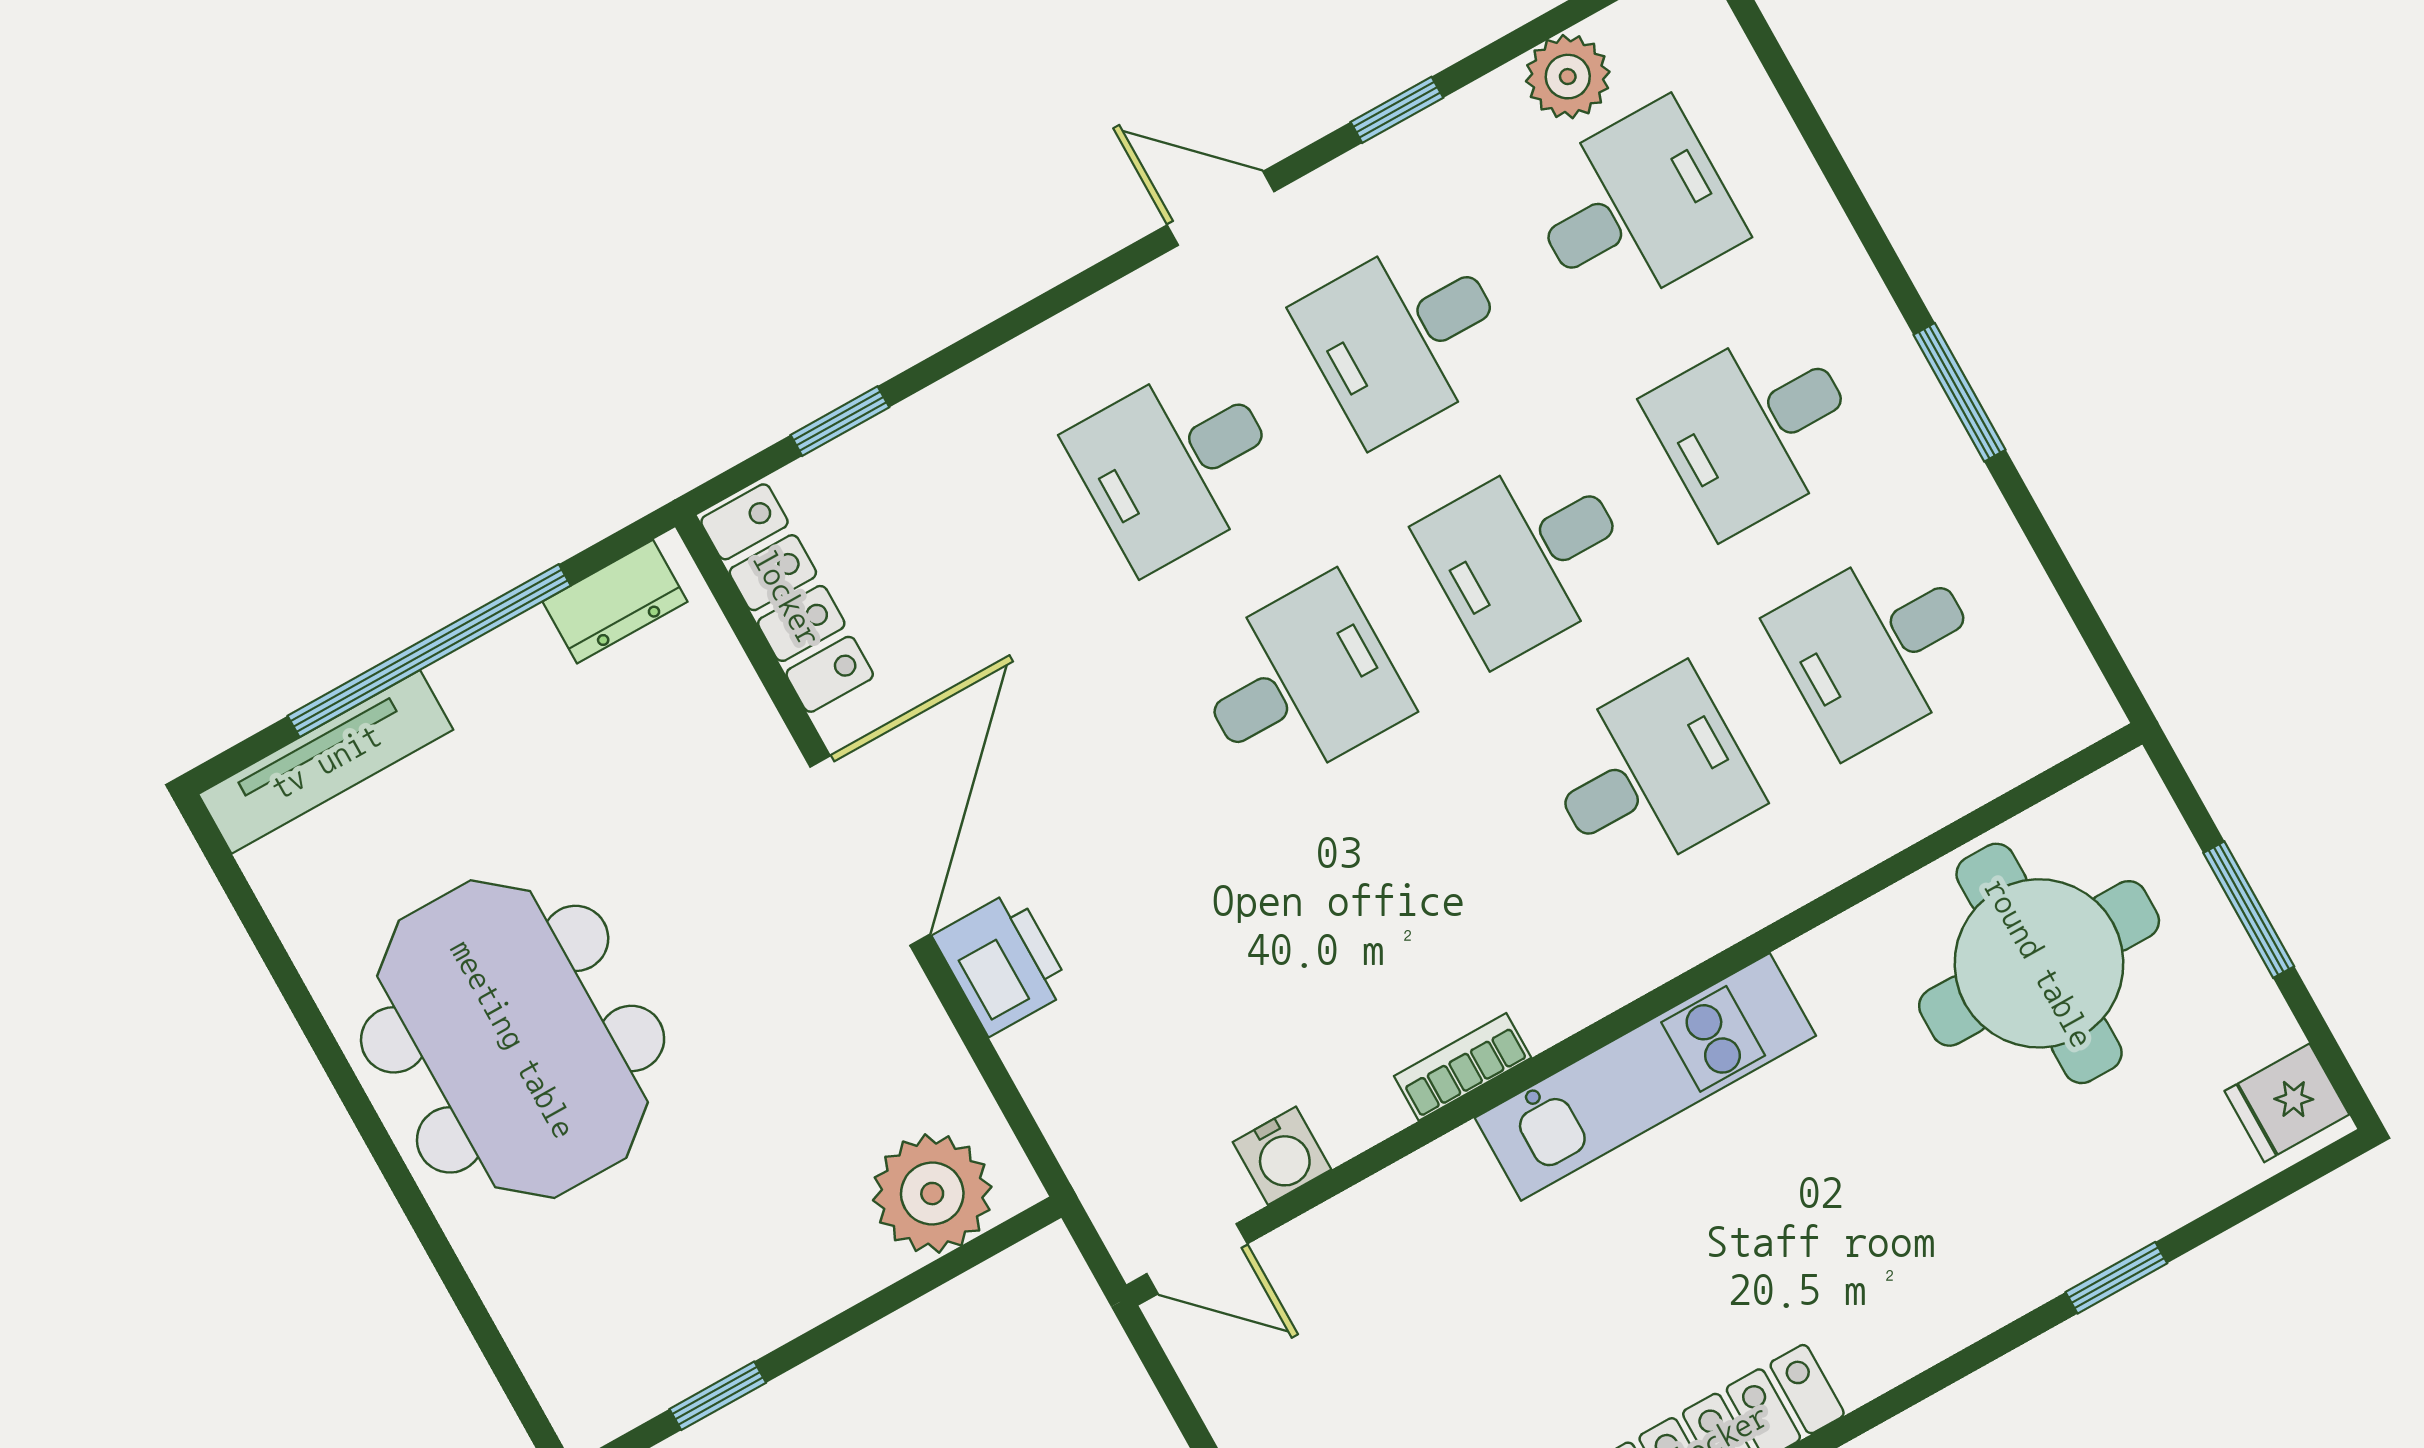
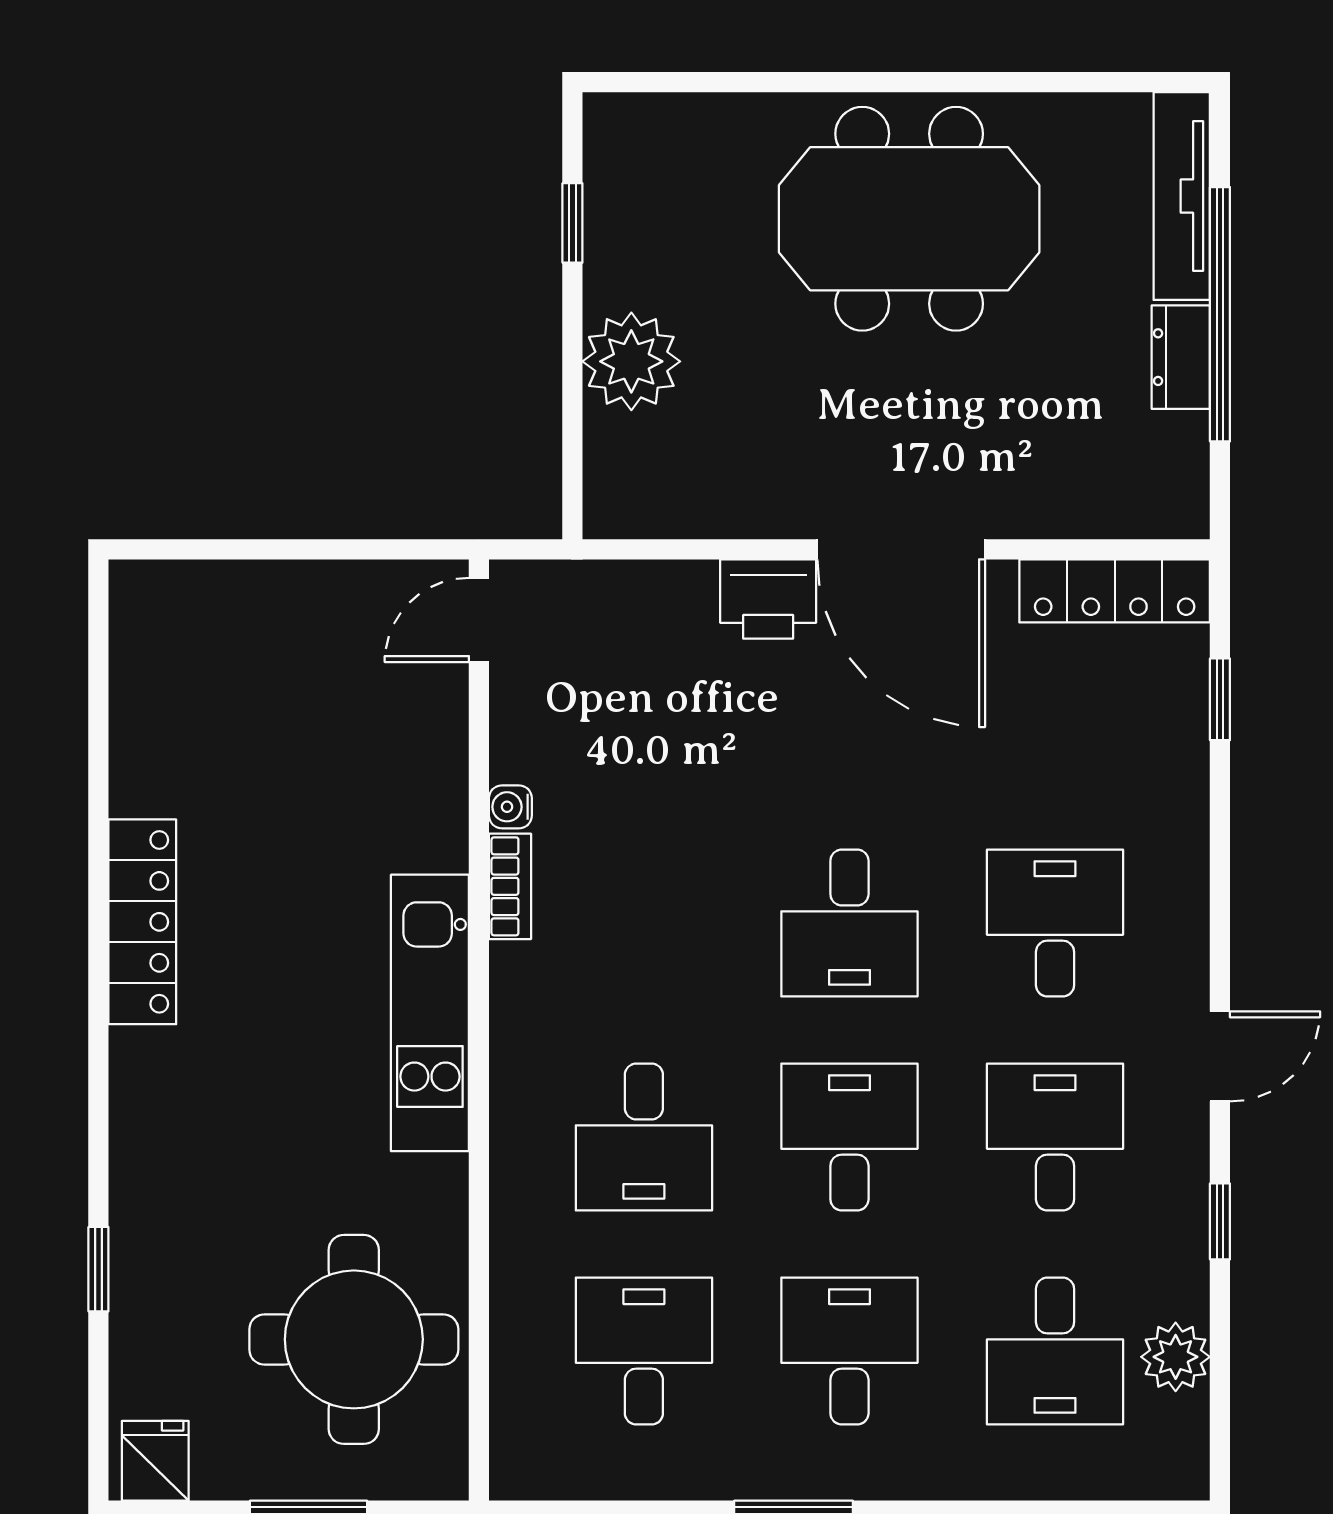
dresser: (615, 602) -> (1181, 357), moved
water cooler: (1282, 1156) -> (510, 807), moved, width x0.72, depth x0.72
plant: (932, 1194) -> (631, 361), moved

